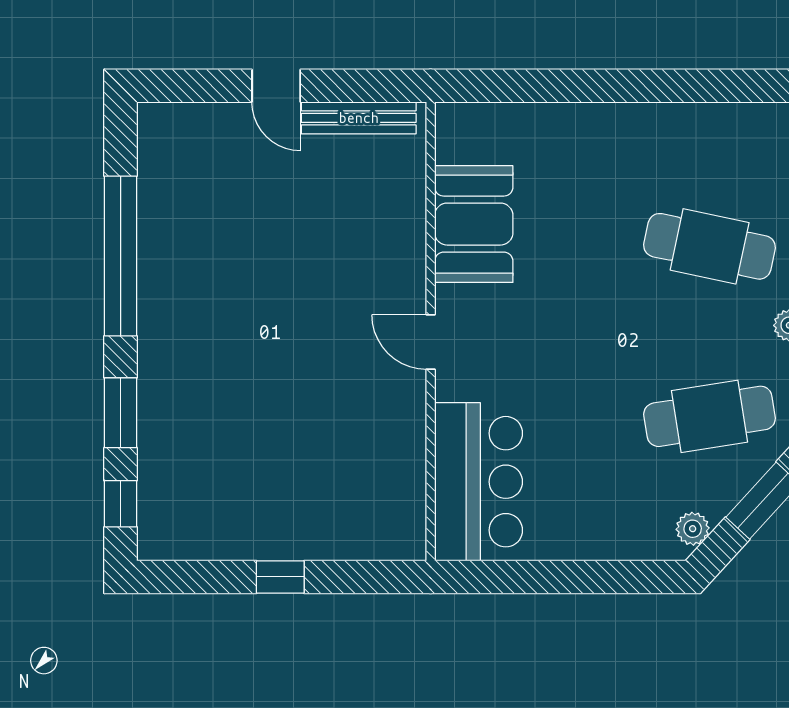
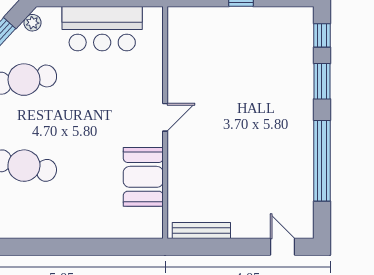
door: (276, 86) -> (283, 247), moved
door: (431, 342) -> (165, 117), hinge flipped
bar counter: (479, 482) -> (102, 29), moved, turned -90

